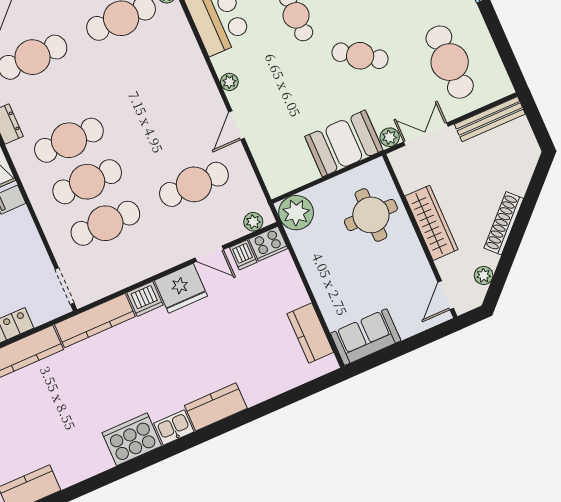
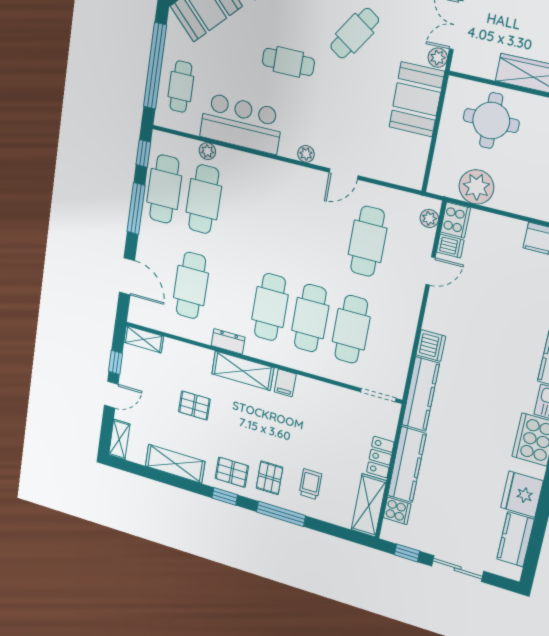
door: (236, 125) -> (344, 174), hinge flipped
plant: (296, 213) -> (476, 187), moved
fridge: (181, 288) -> (522, 494), moved, turned 180

